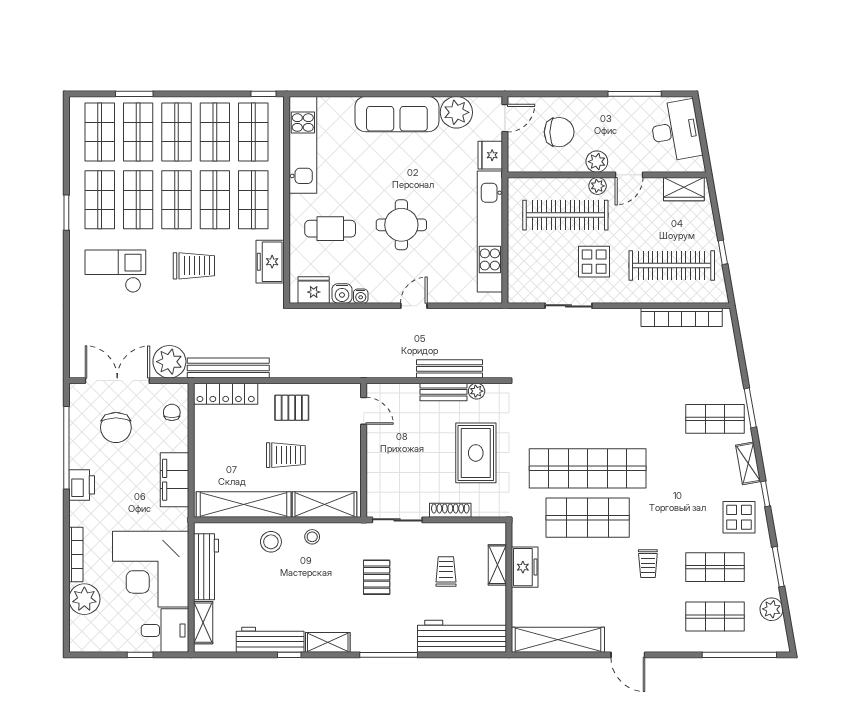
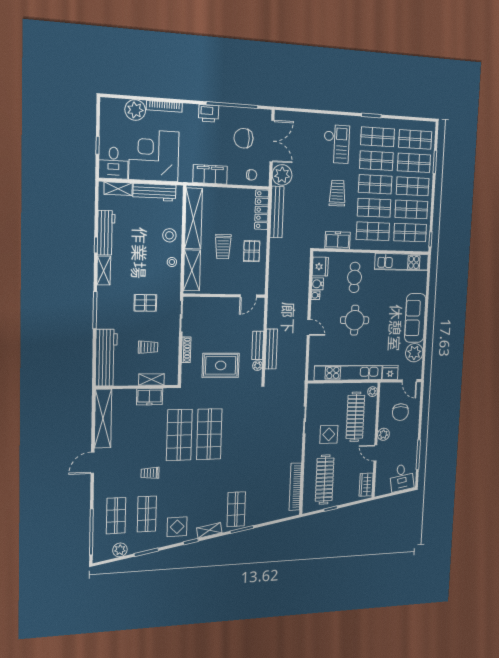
desk: (676, 131) -> (402, 478), width x0.73
plant: (598, 186) -> (373, 392), moved
trolley: (194, 266) -> (337, 193), turned 180
shop shelf: (588, 468) -> (209, 434), width x0.71

